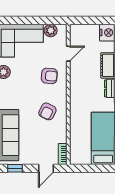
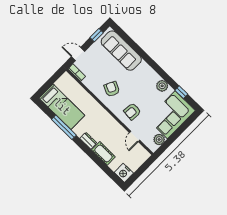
door: (46, 168) -> (78, 54), hinge flipped

